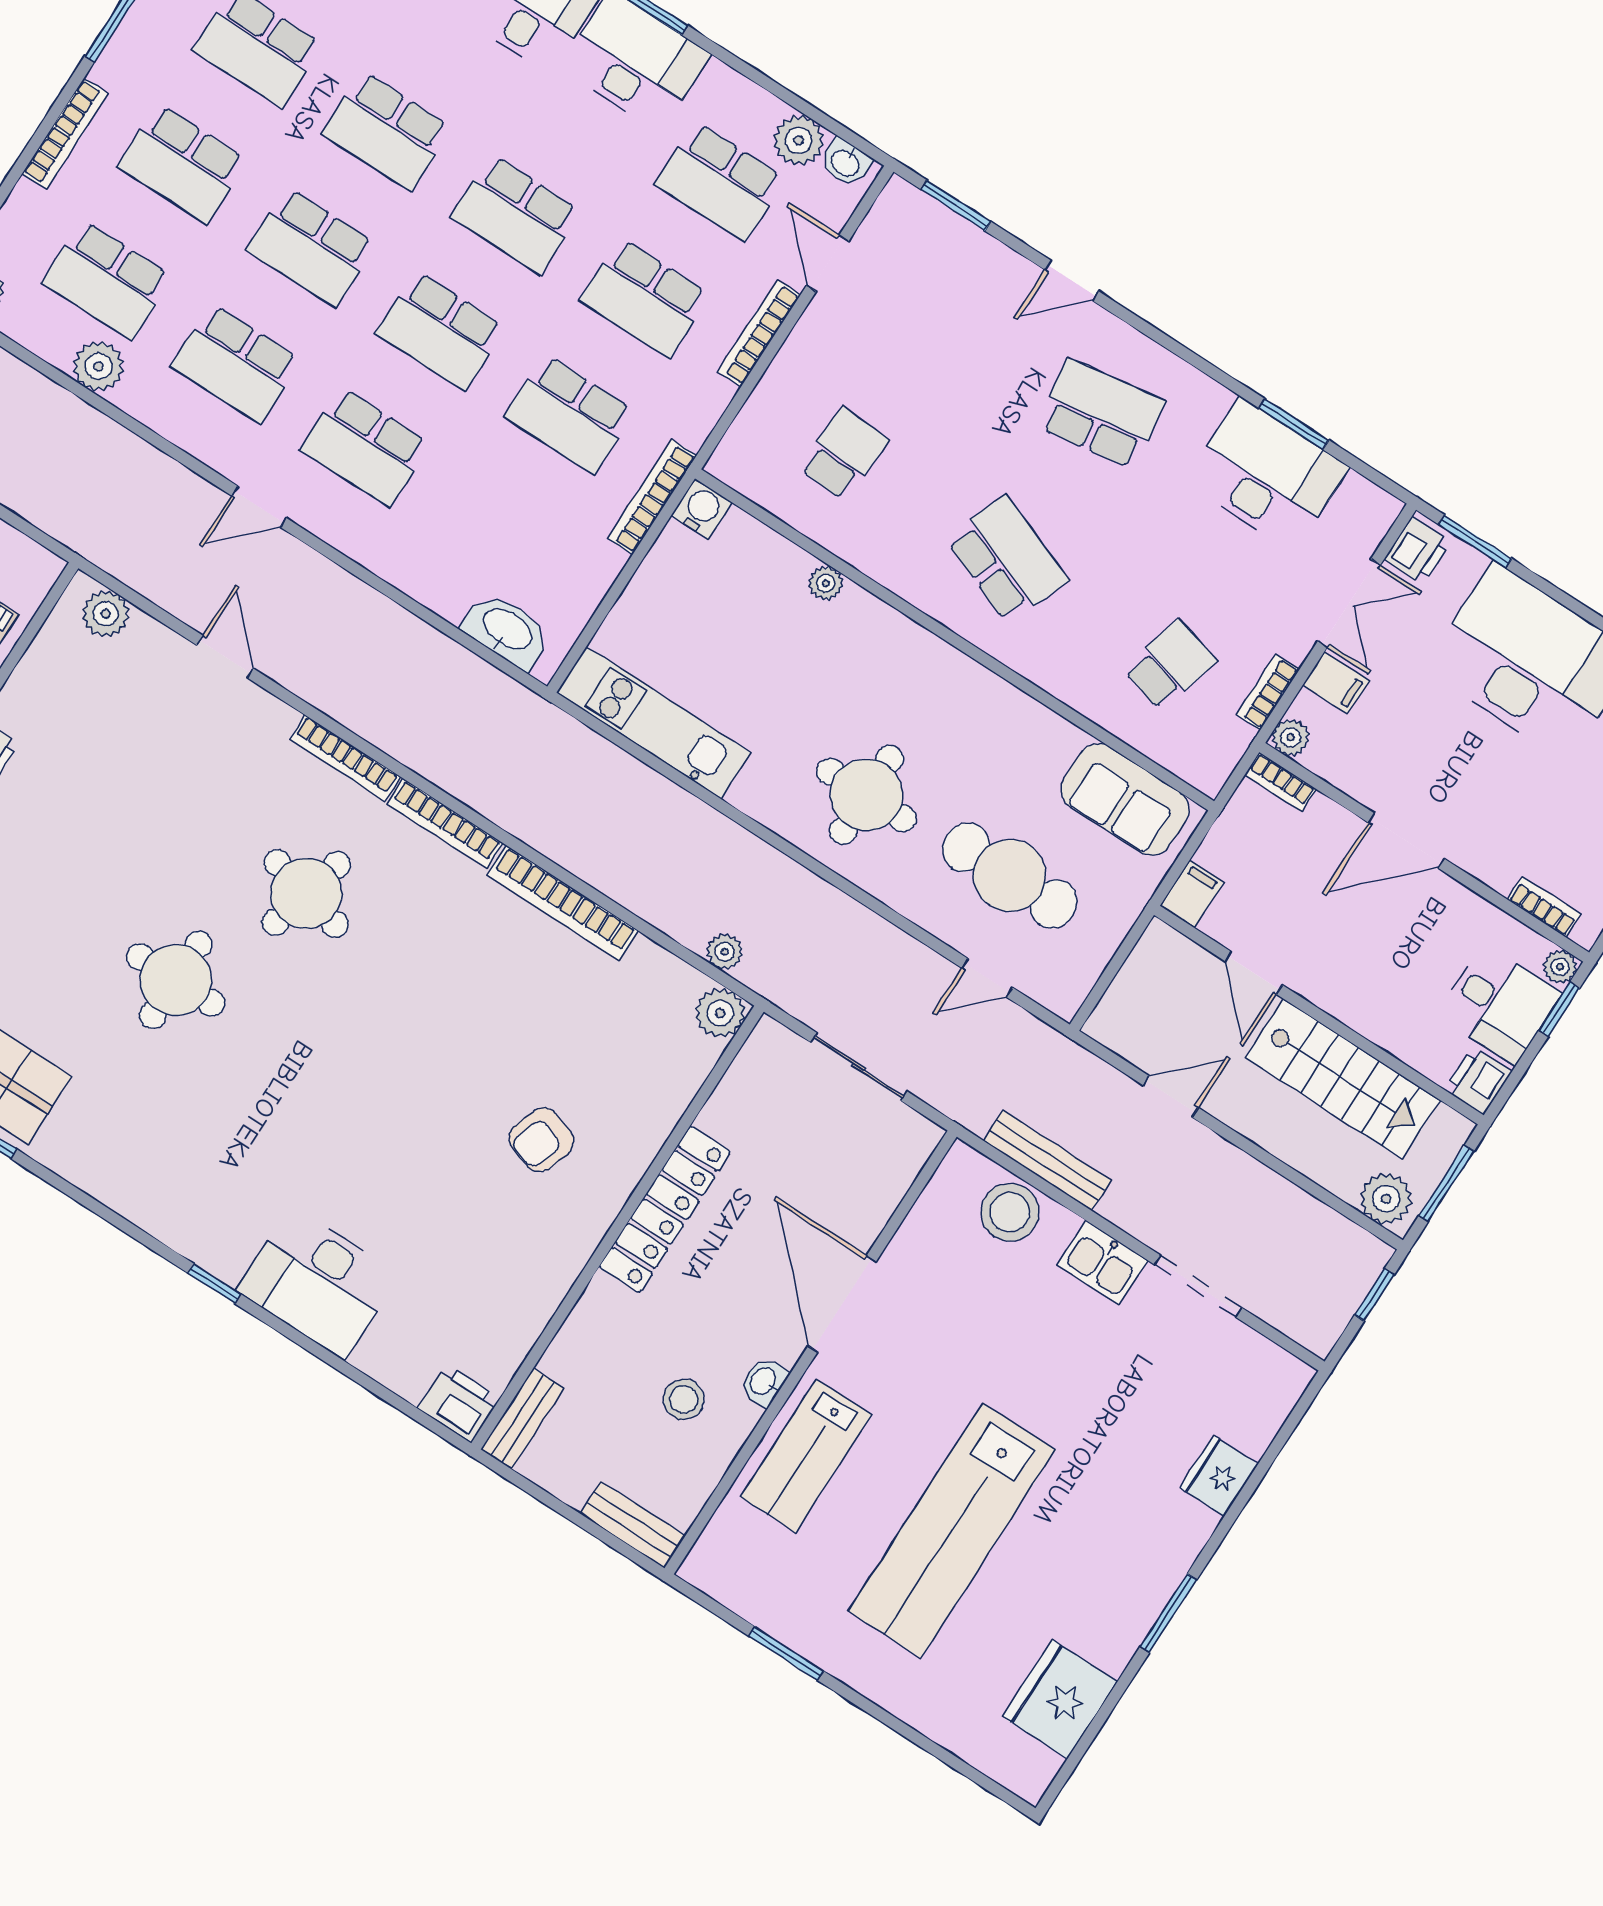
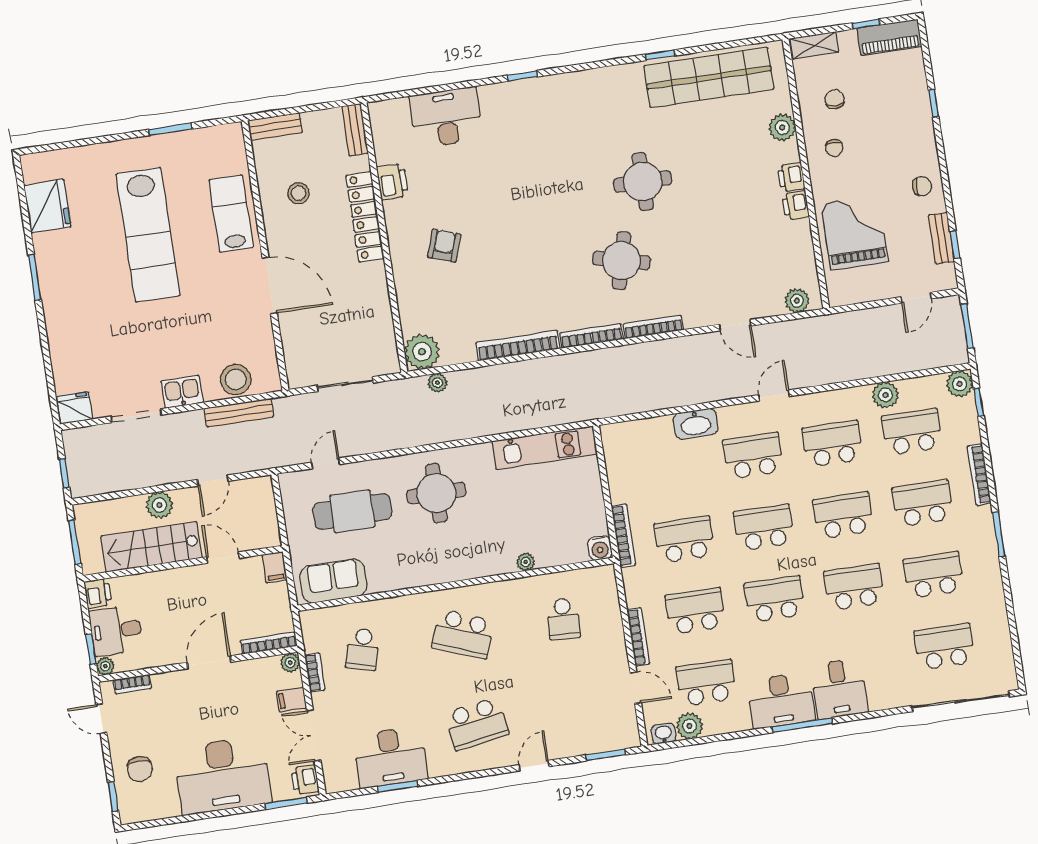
washbasin: (507, 630) -> (696, 424), moved
bookcase: (1280, 782) -> (269, 643), width x1.56
plant: (720, 1013) -> (422, 352), width x1.36, depth x1.36
plant: (1386, 1199) -> (159, 505), moved
locker: (665, 1209) -> (365, 217), moved
desk: (318, 1283) -> (446, 117), moved
washbasin: (764, 1382) -> (273, 228), removed
printer: (459, 1403) -> (392, 182), moved, turned -90
fridge: (1219, 1476) -> (75, 408), moved, turned -90
lab bench: (952, 1530) -> (148, 235), turned 180

